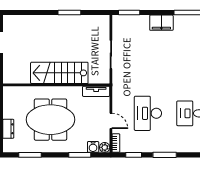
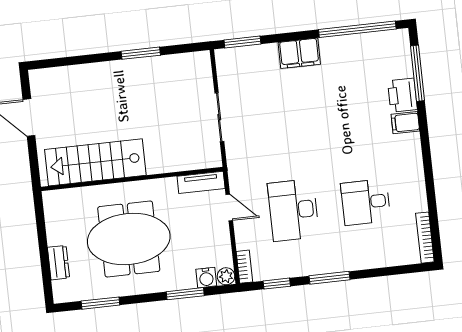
stairs: (59, 73) -> (95, 162), moved
door: (111, 121) -> (229, 208), moved

